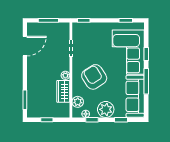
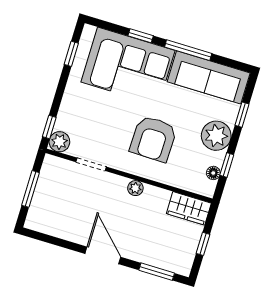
door: (25, 46) -> (103, 255), moved
armchair: (94, 77) -> (153, 139), turned -56
wardrobe: (63, 91) -> (189, 208), moved
plant: (78, 102) -> (59, 142), moved

